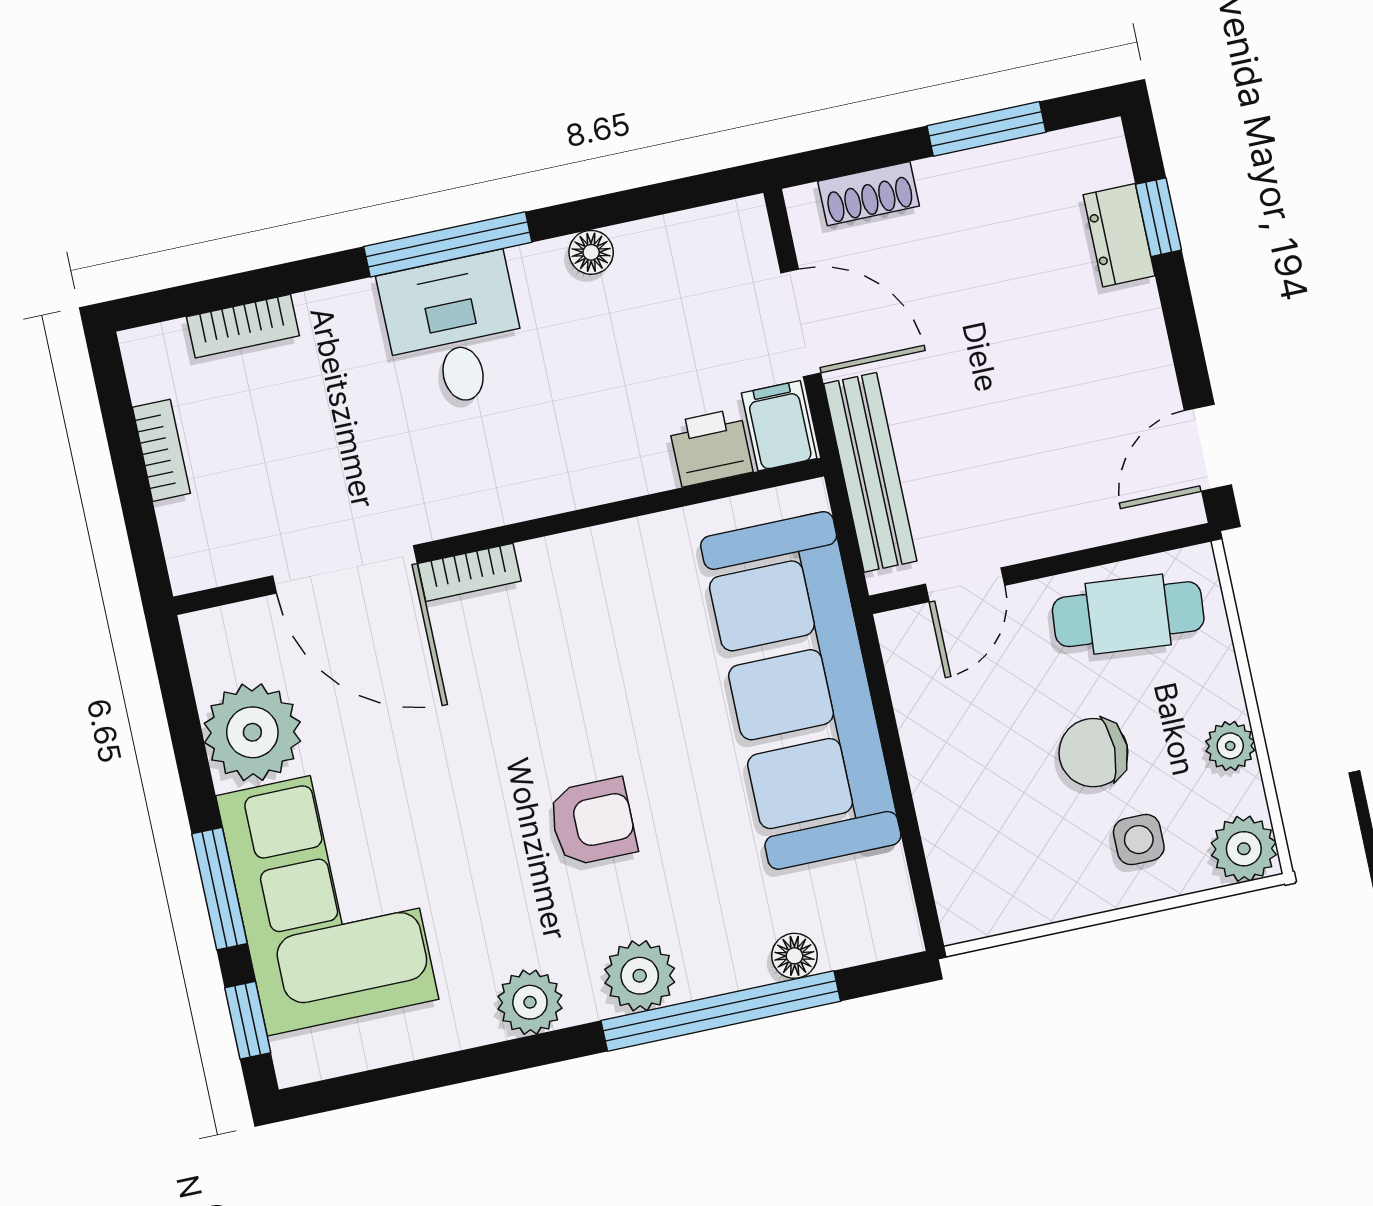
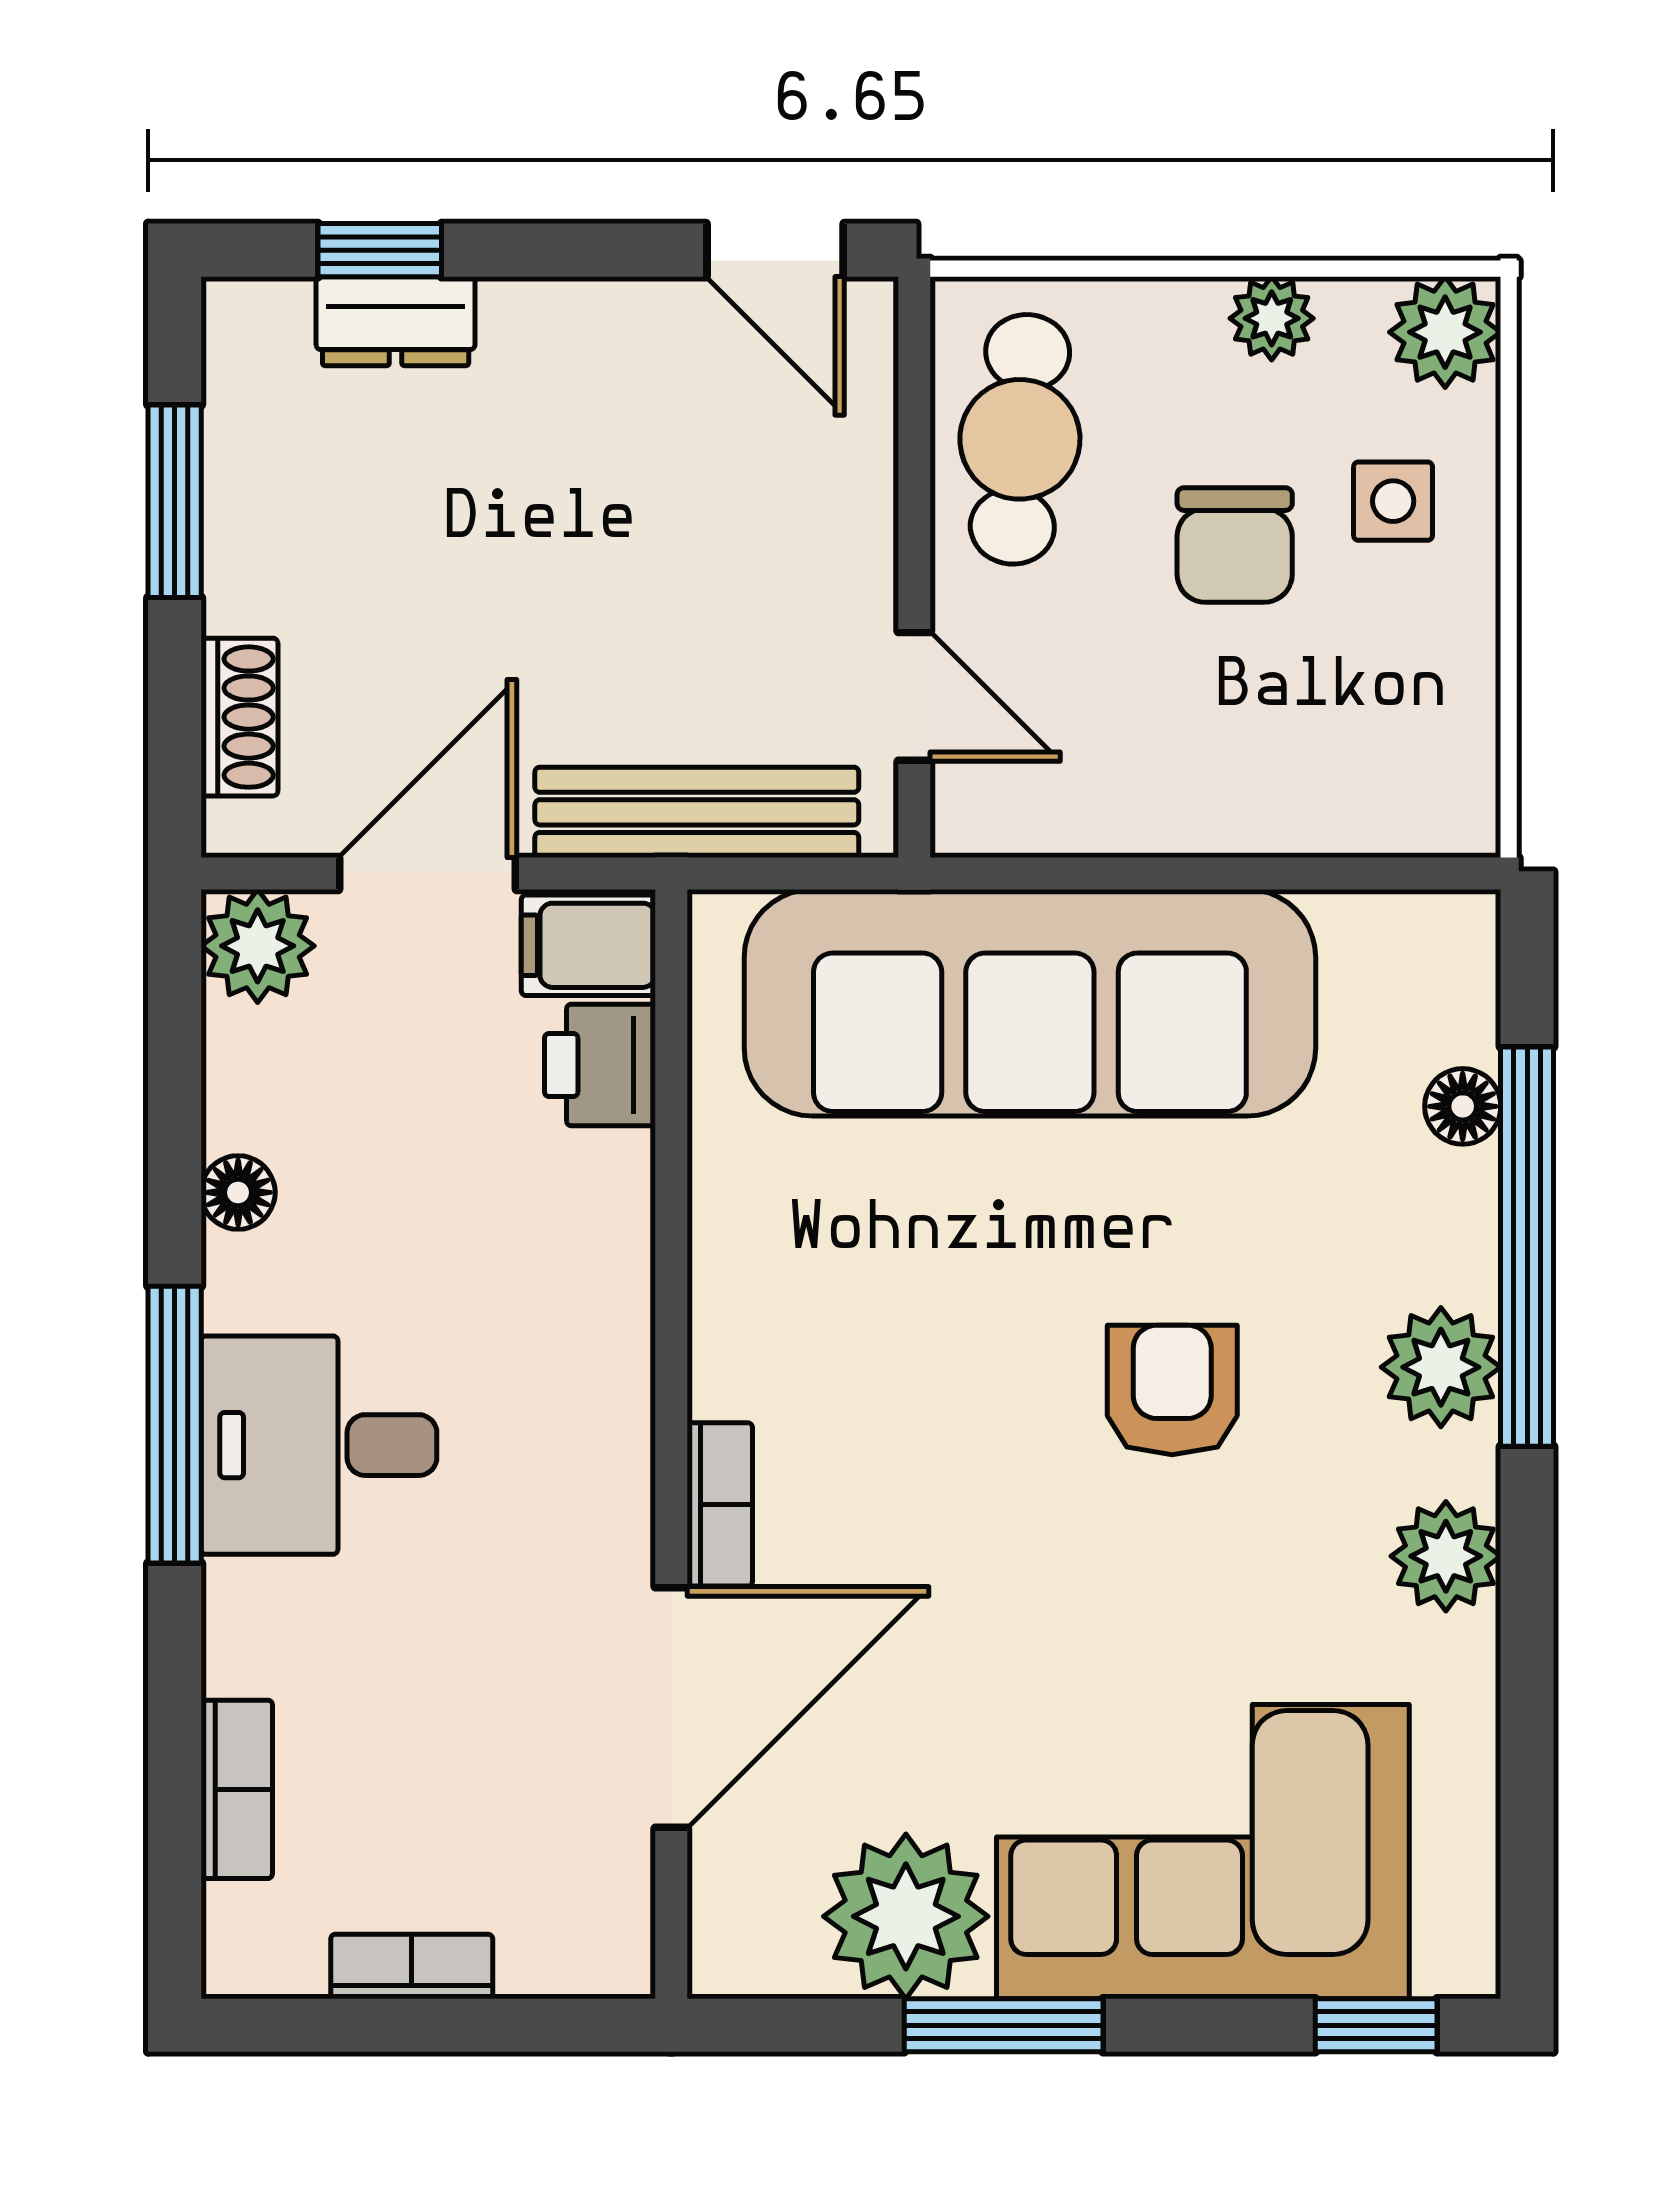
plant: (737, 233) -> (258, 946), added
window: (220, 889) -> (1004, 2025), moved

